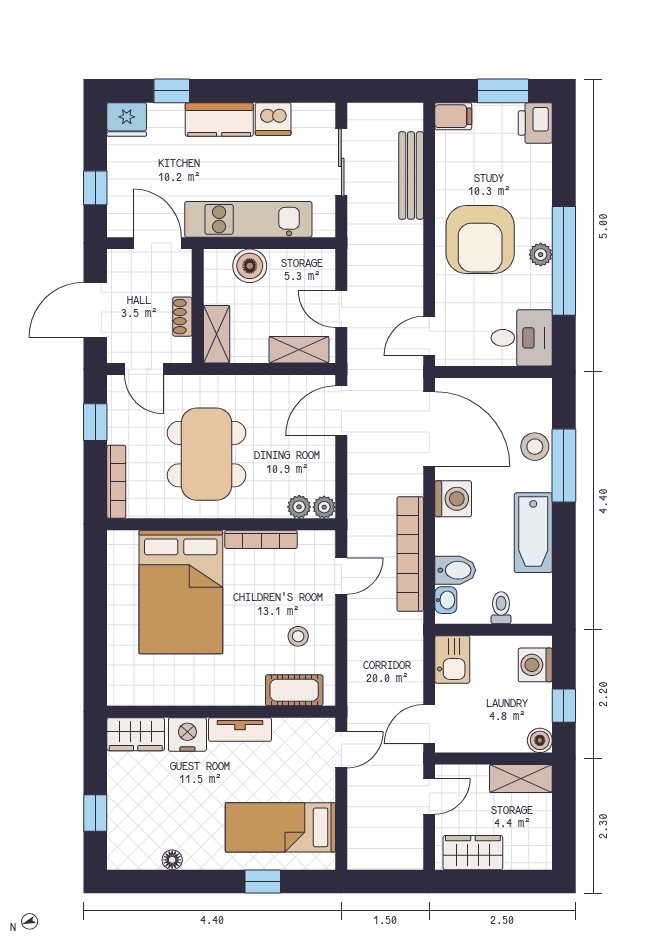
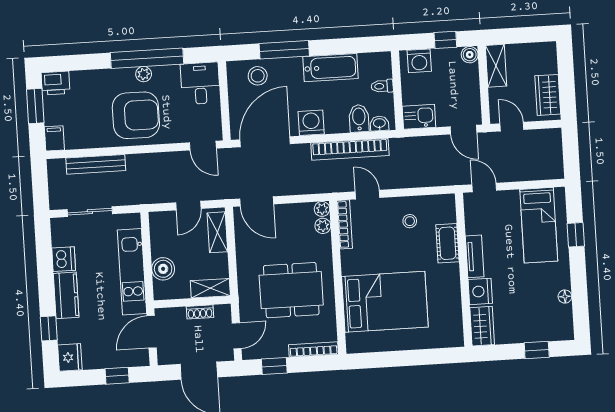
stool: (535, 447) -> (258, 76), moved
bookcase: (261, 539) -> (345, 224), moved
cot: (294, 690) -> (447, 243), moved

